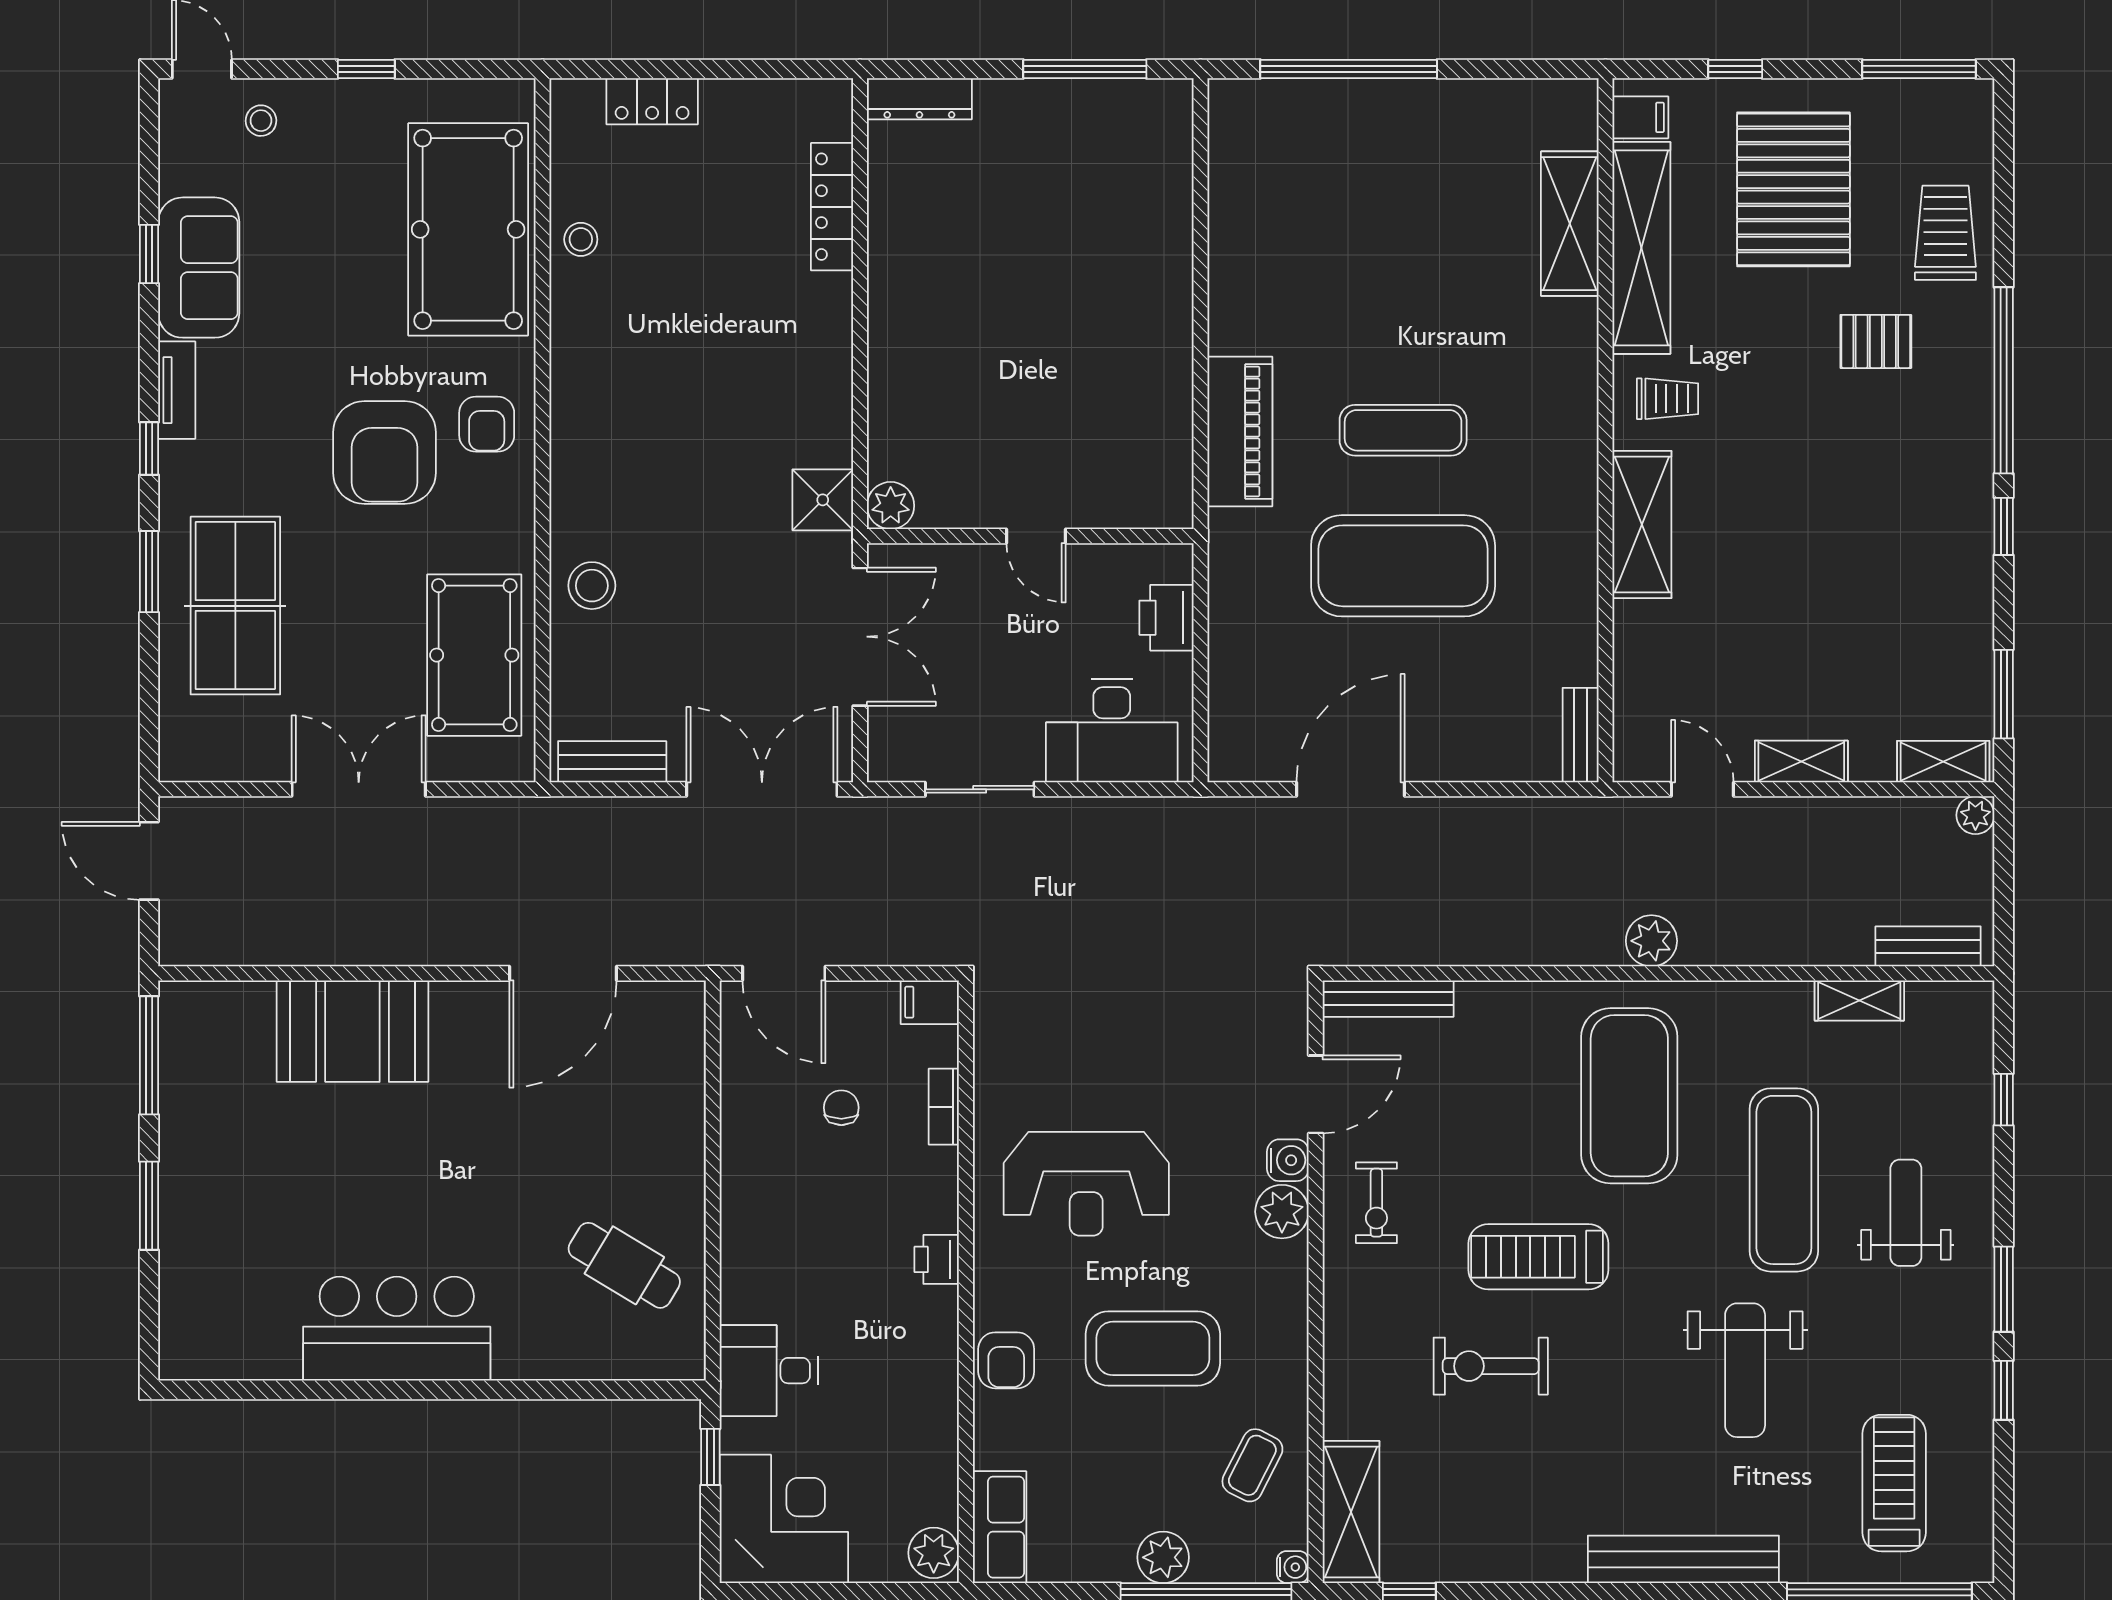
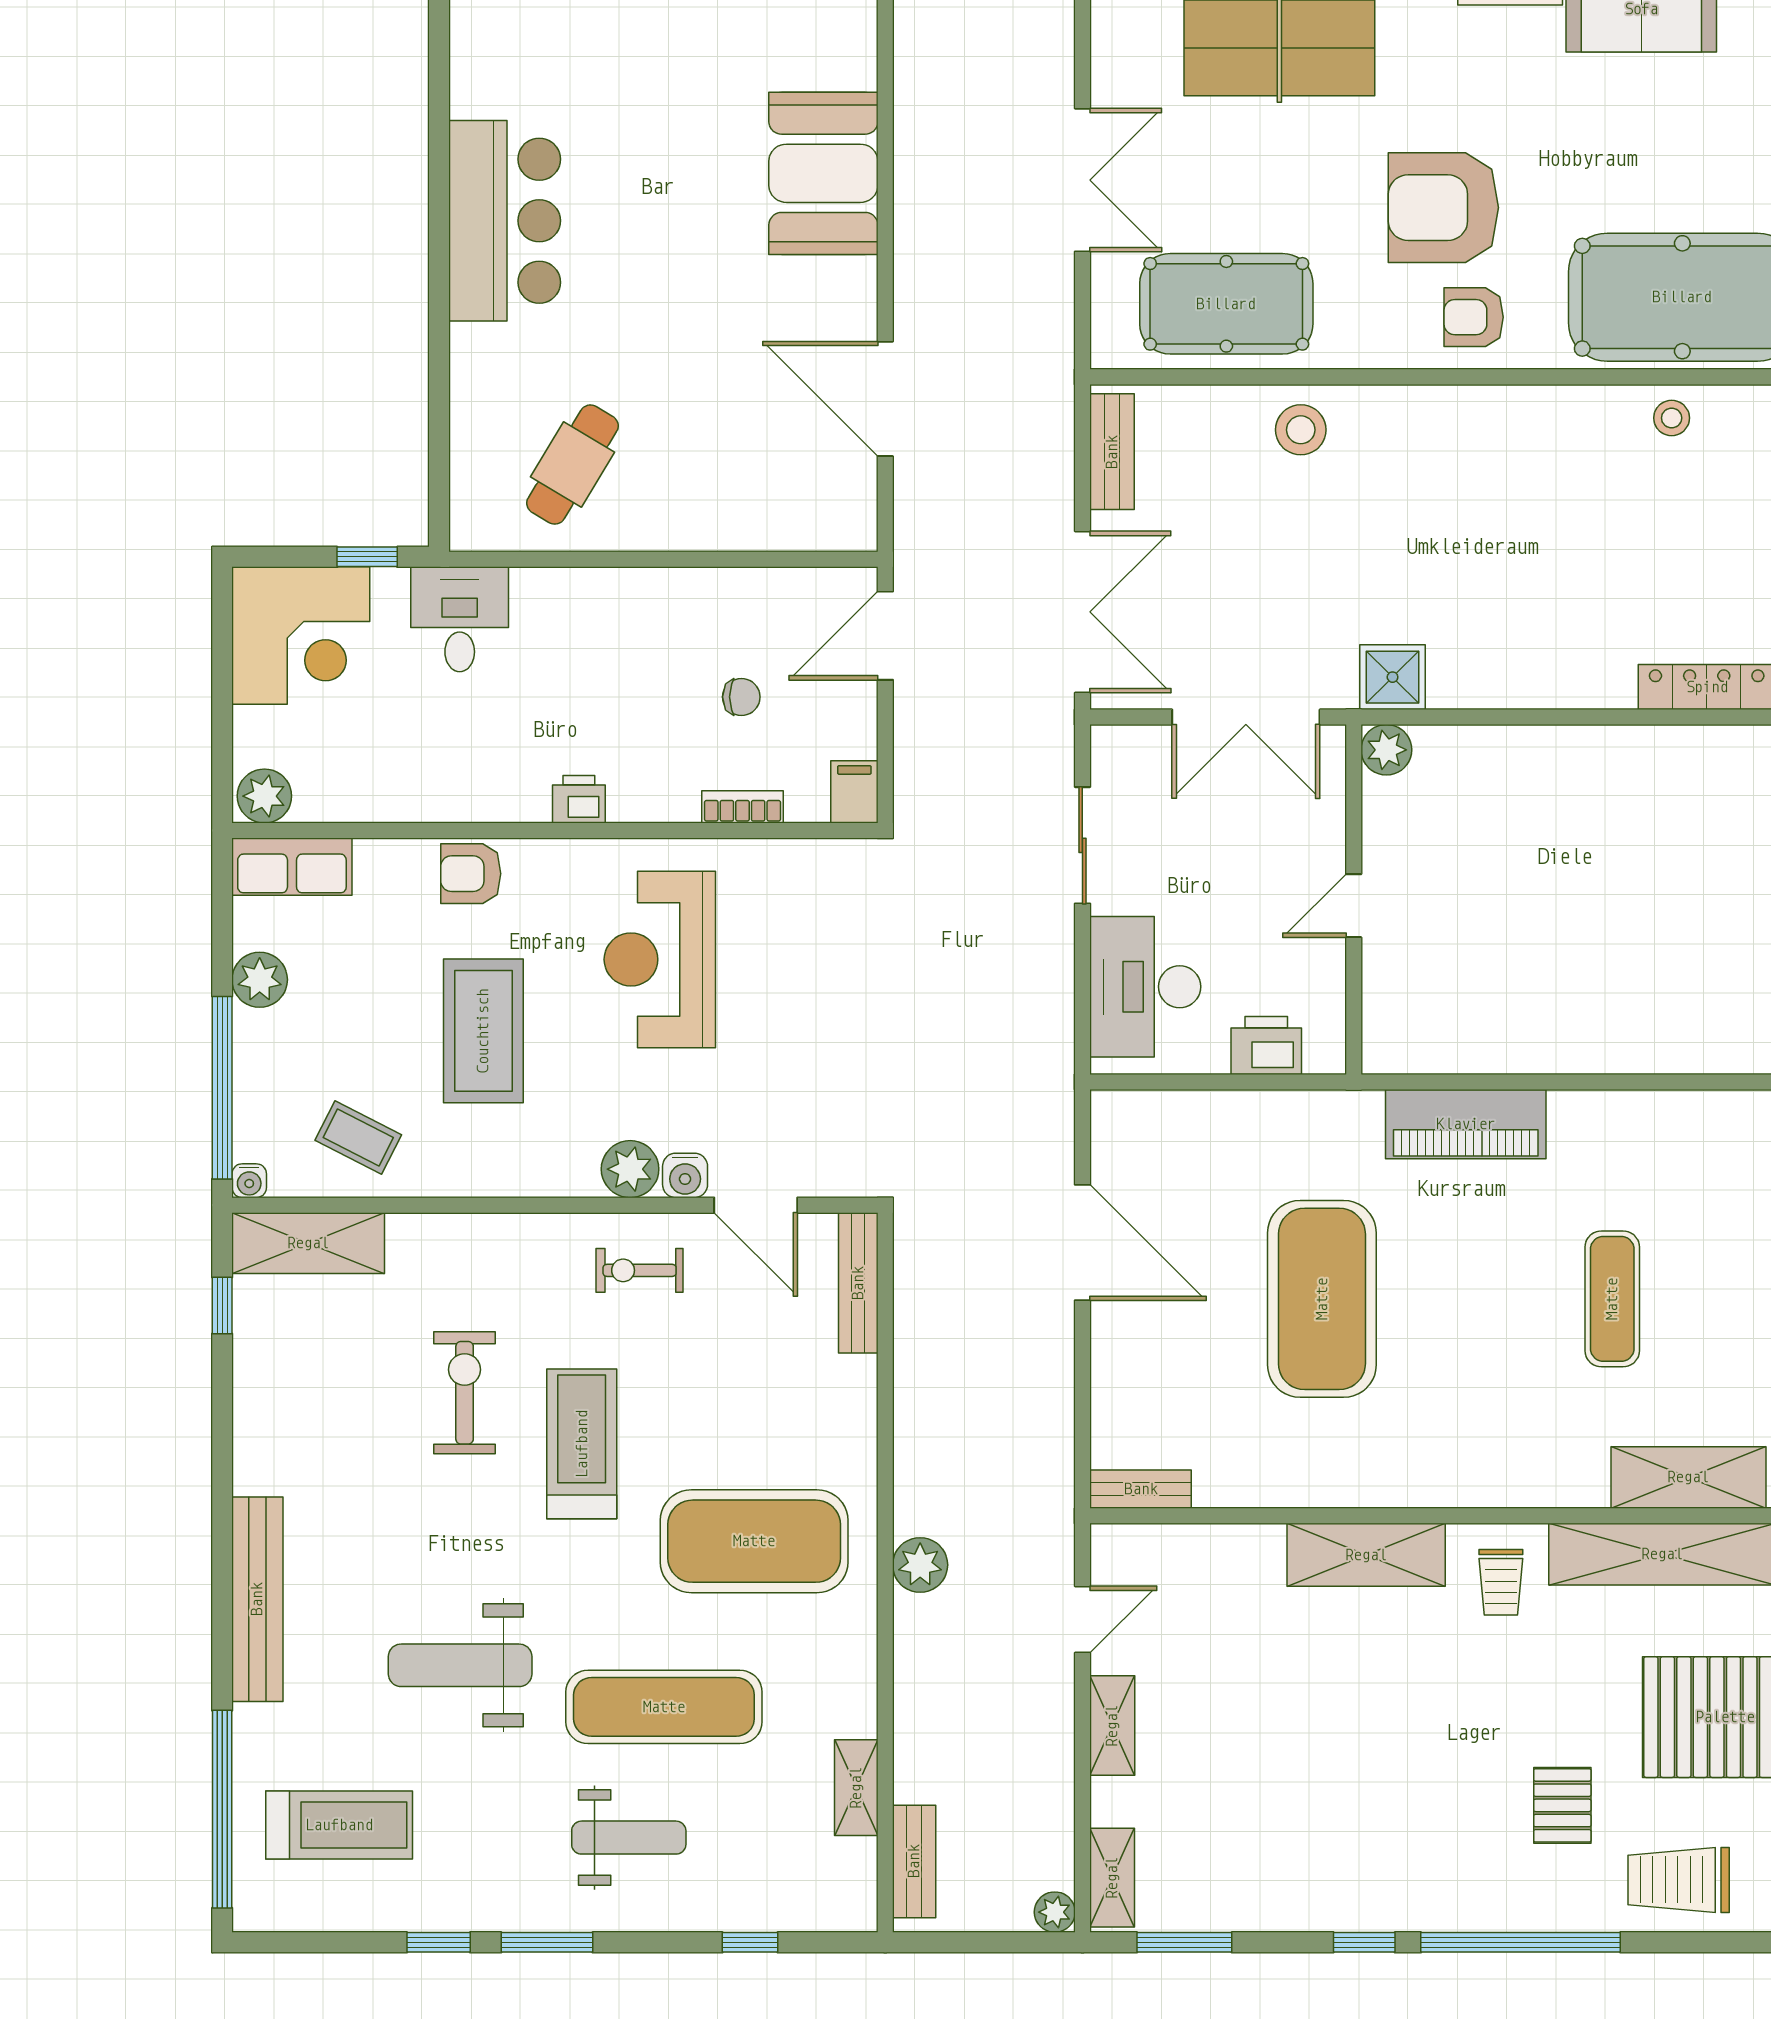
trolley: (1945, 233) -> (1679, 1880), turned 180
exercise mat: (1403, 430) -> (1612, 1299), moved
plant: (1163, 1557) -> (260, 980), moved

